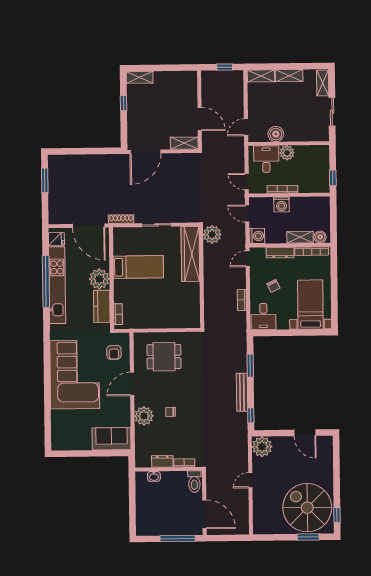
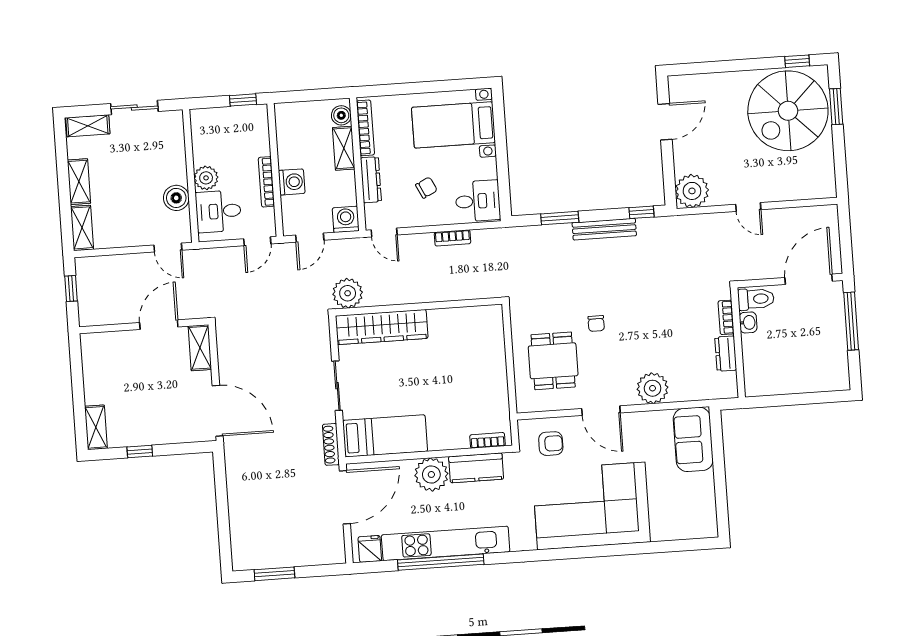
bed: (138, 267) -> (385, 436), moved, turned 90
chair: (171, 412) -> (596, 323), moved
washbasin: (154, 476) -> (748, 322), moved

